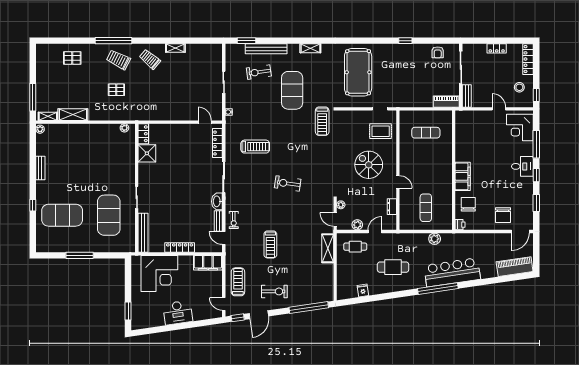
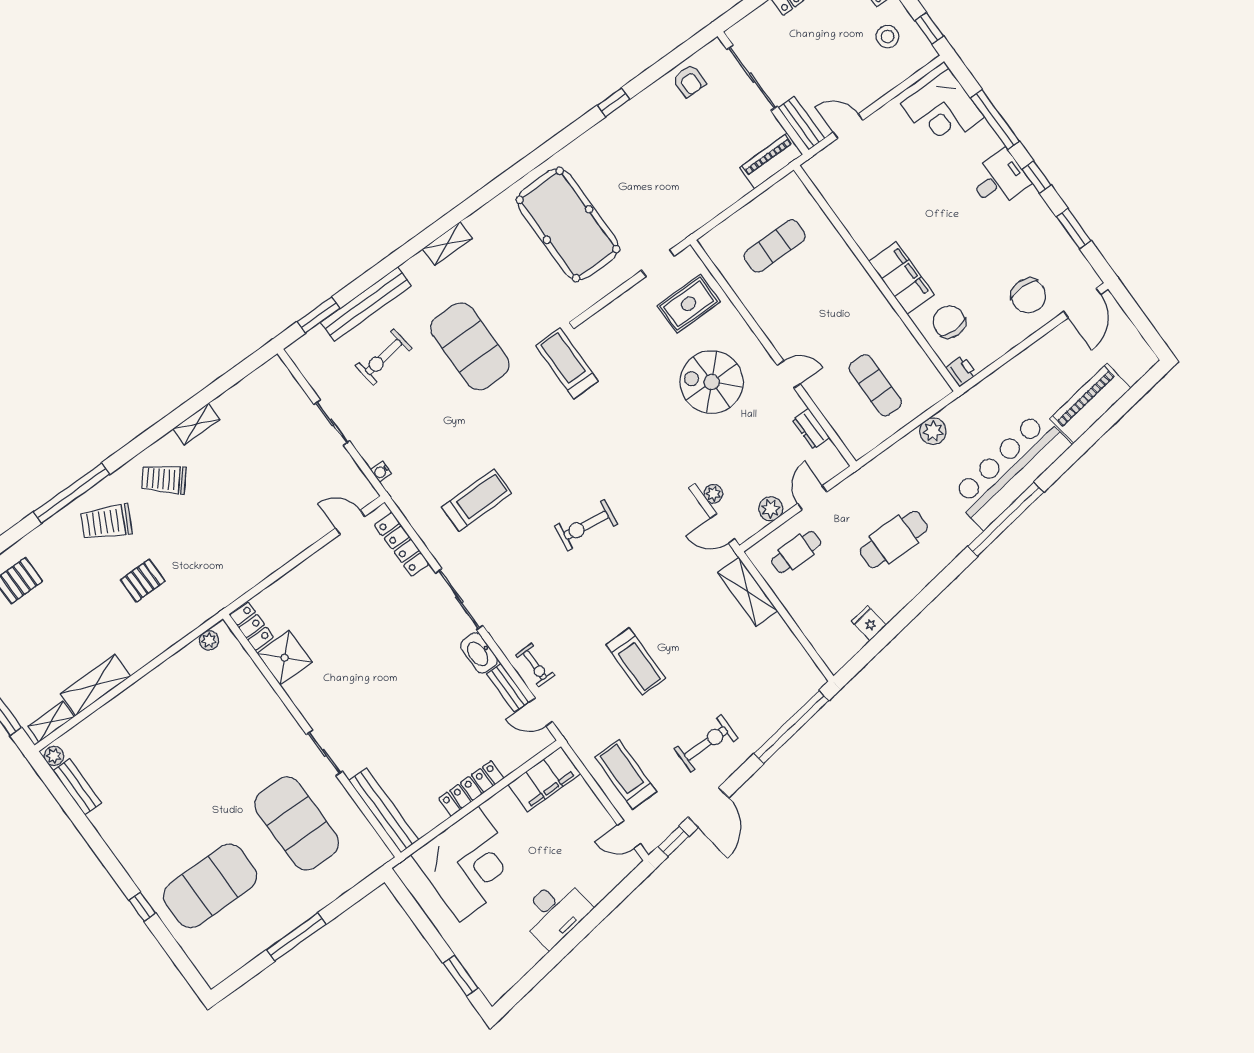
door: (499, 109) -> (848, 126), moved
treadmill: (322, 121) -> (567, 363), turned 180
bench: (40, 168) -> (77, 787), moved
piano: (515, 267) -> (1090, 403), moved

